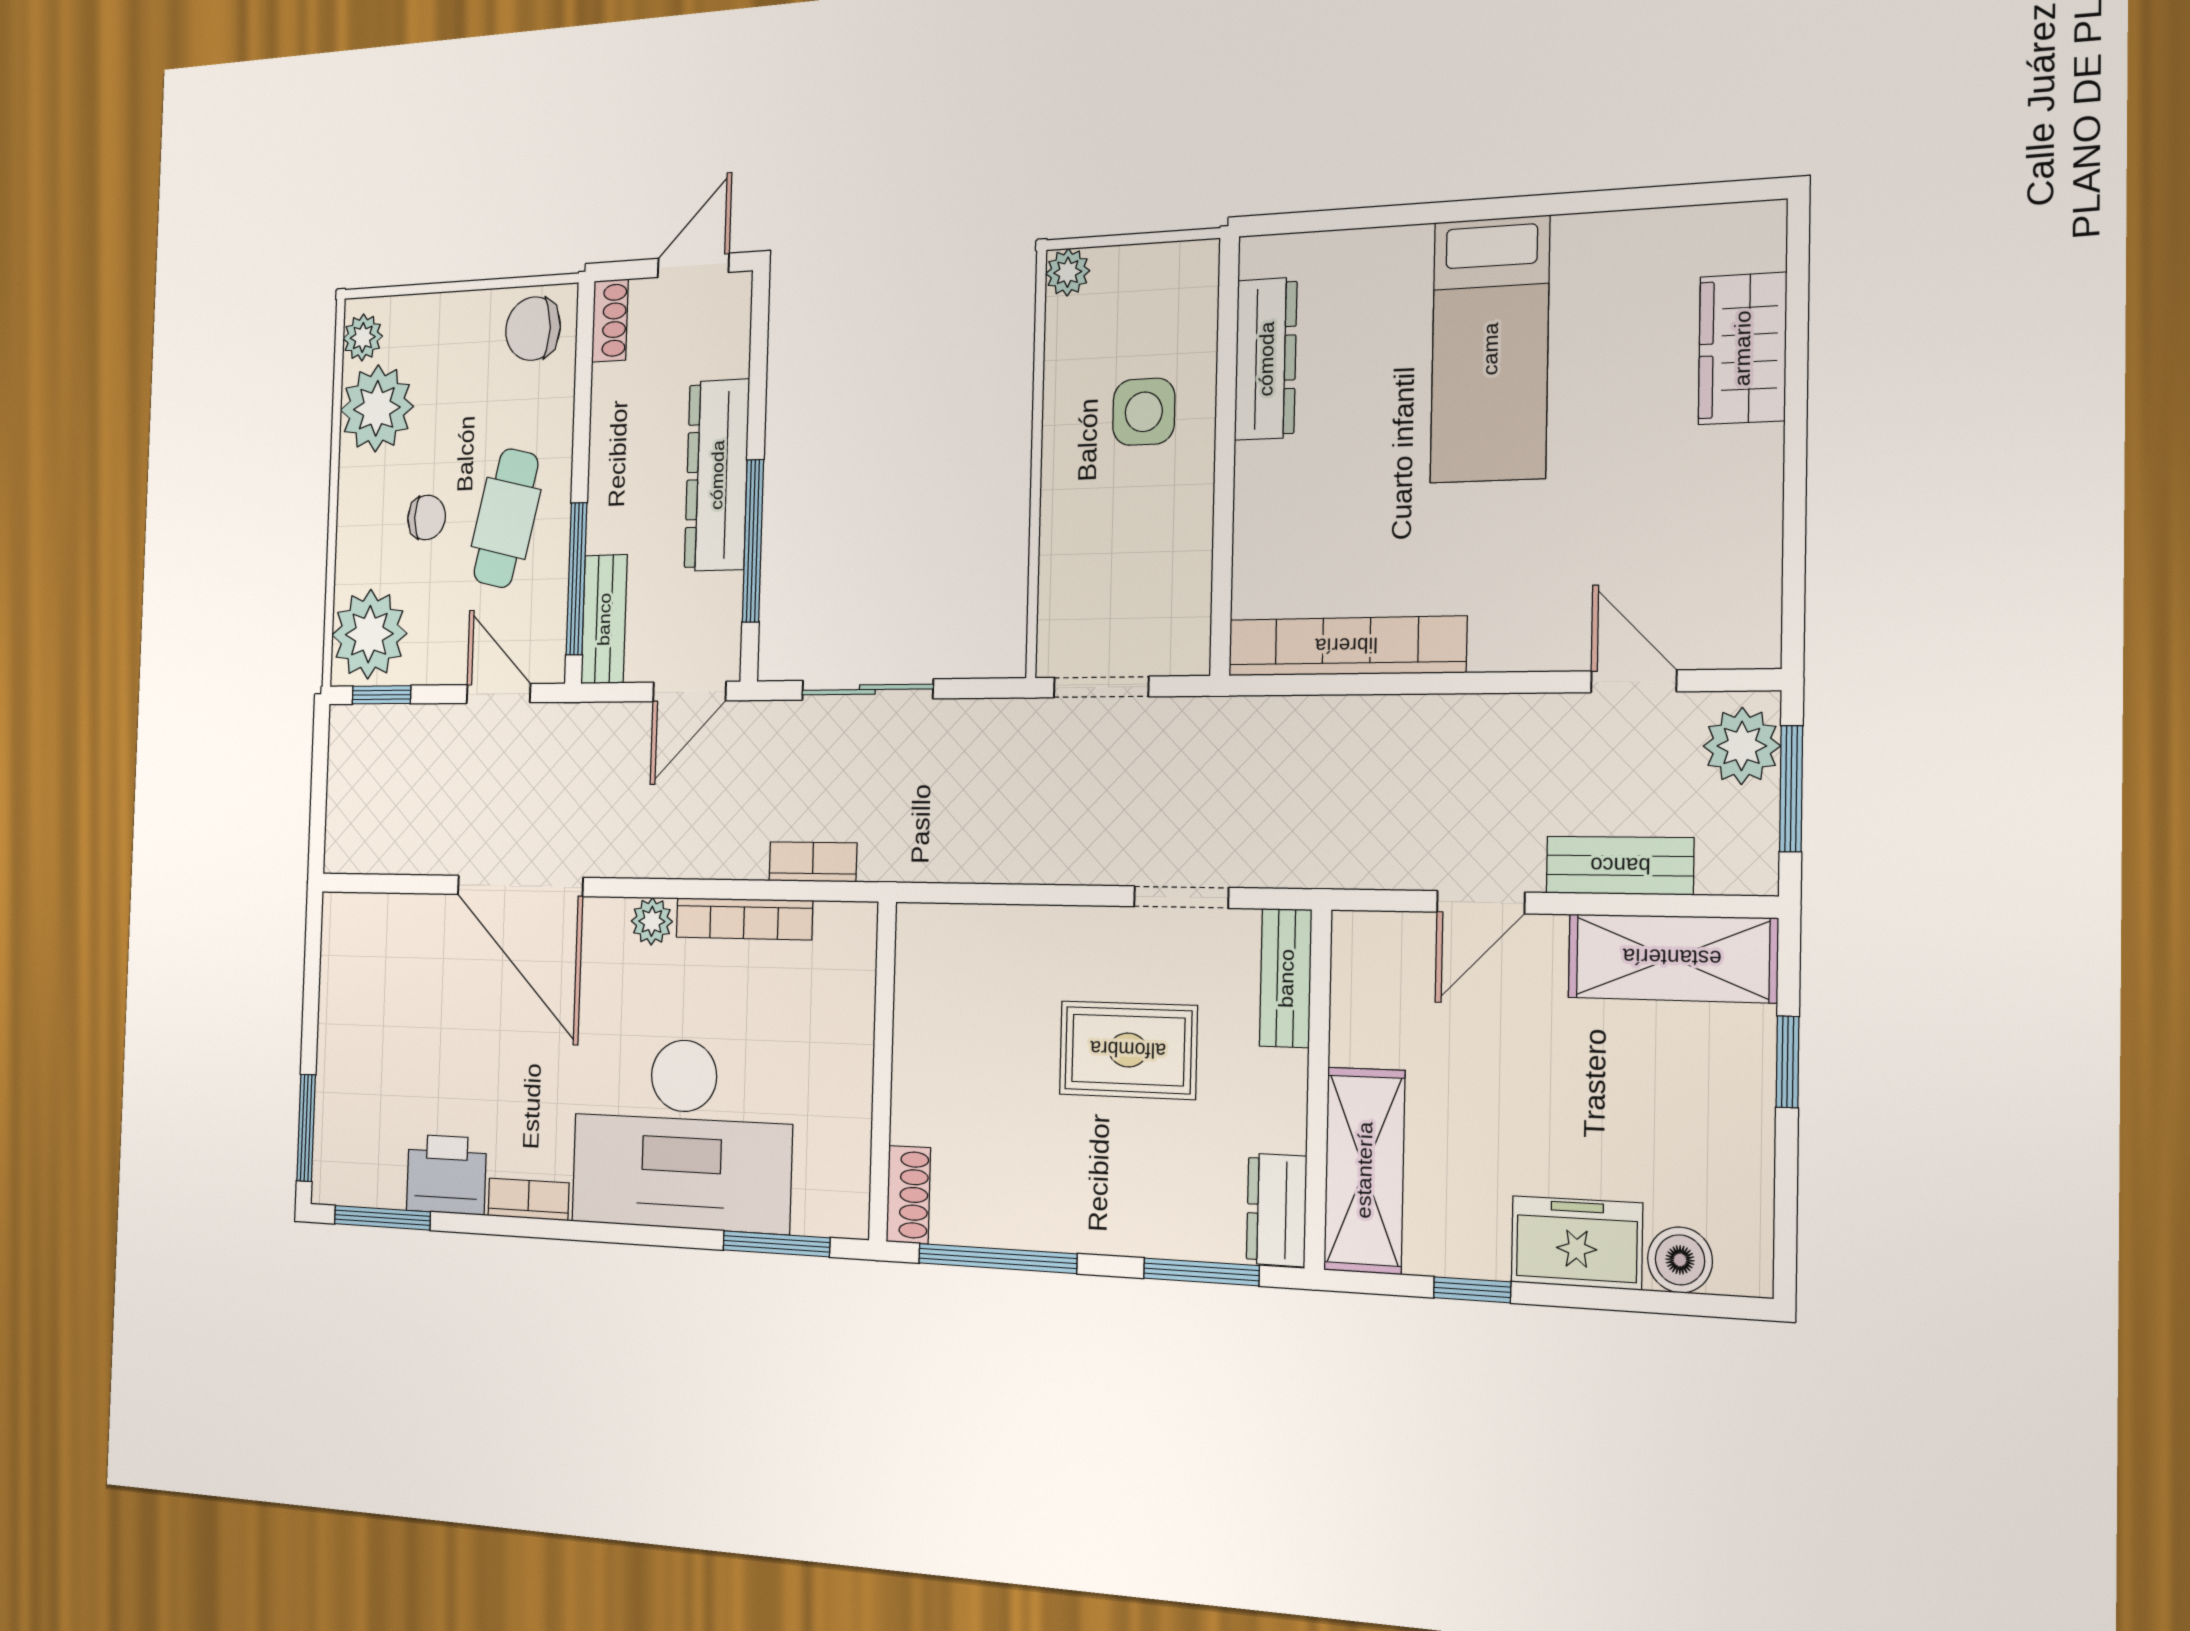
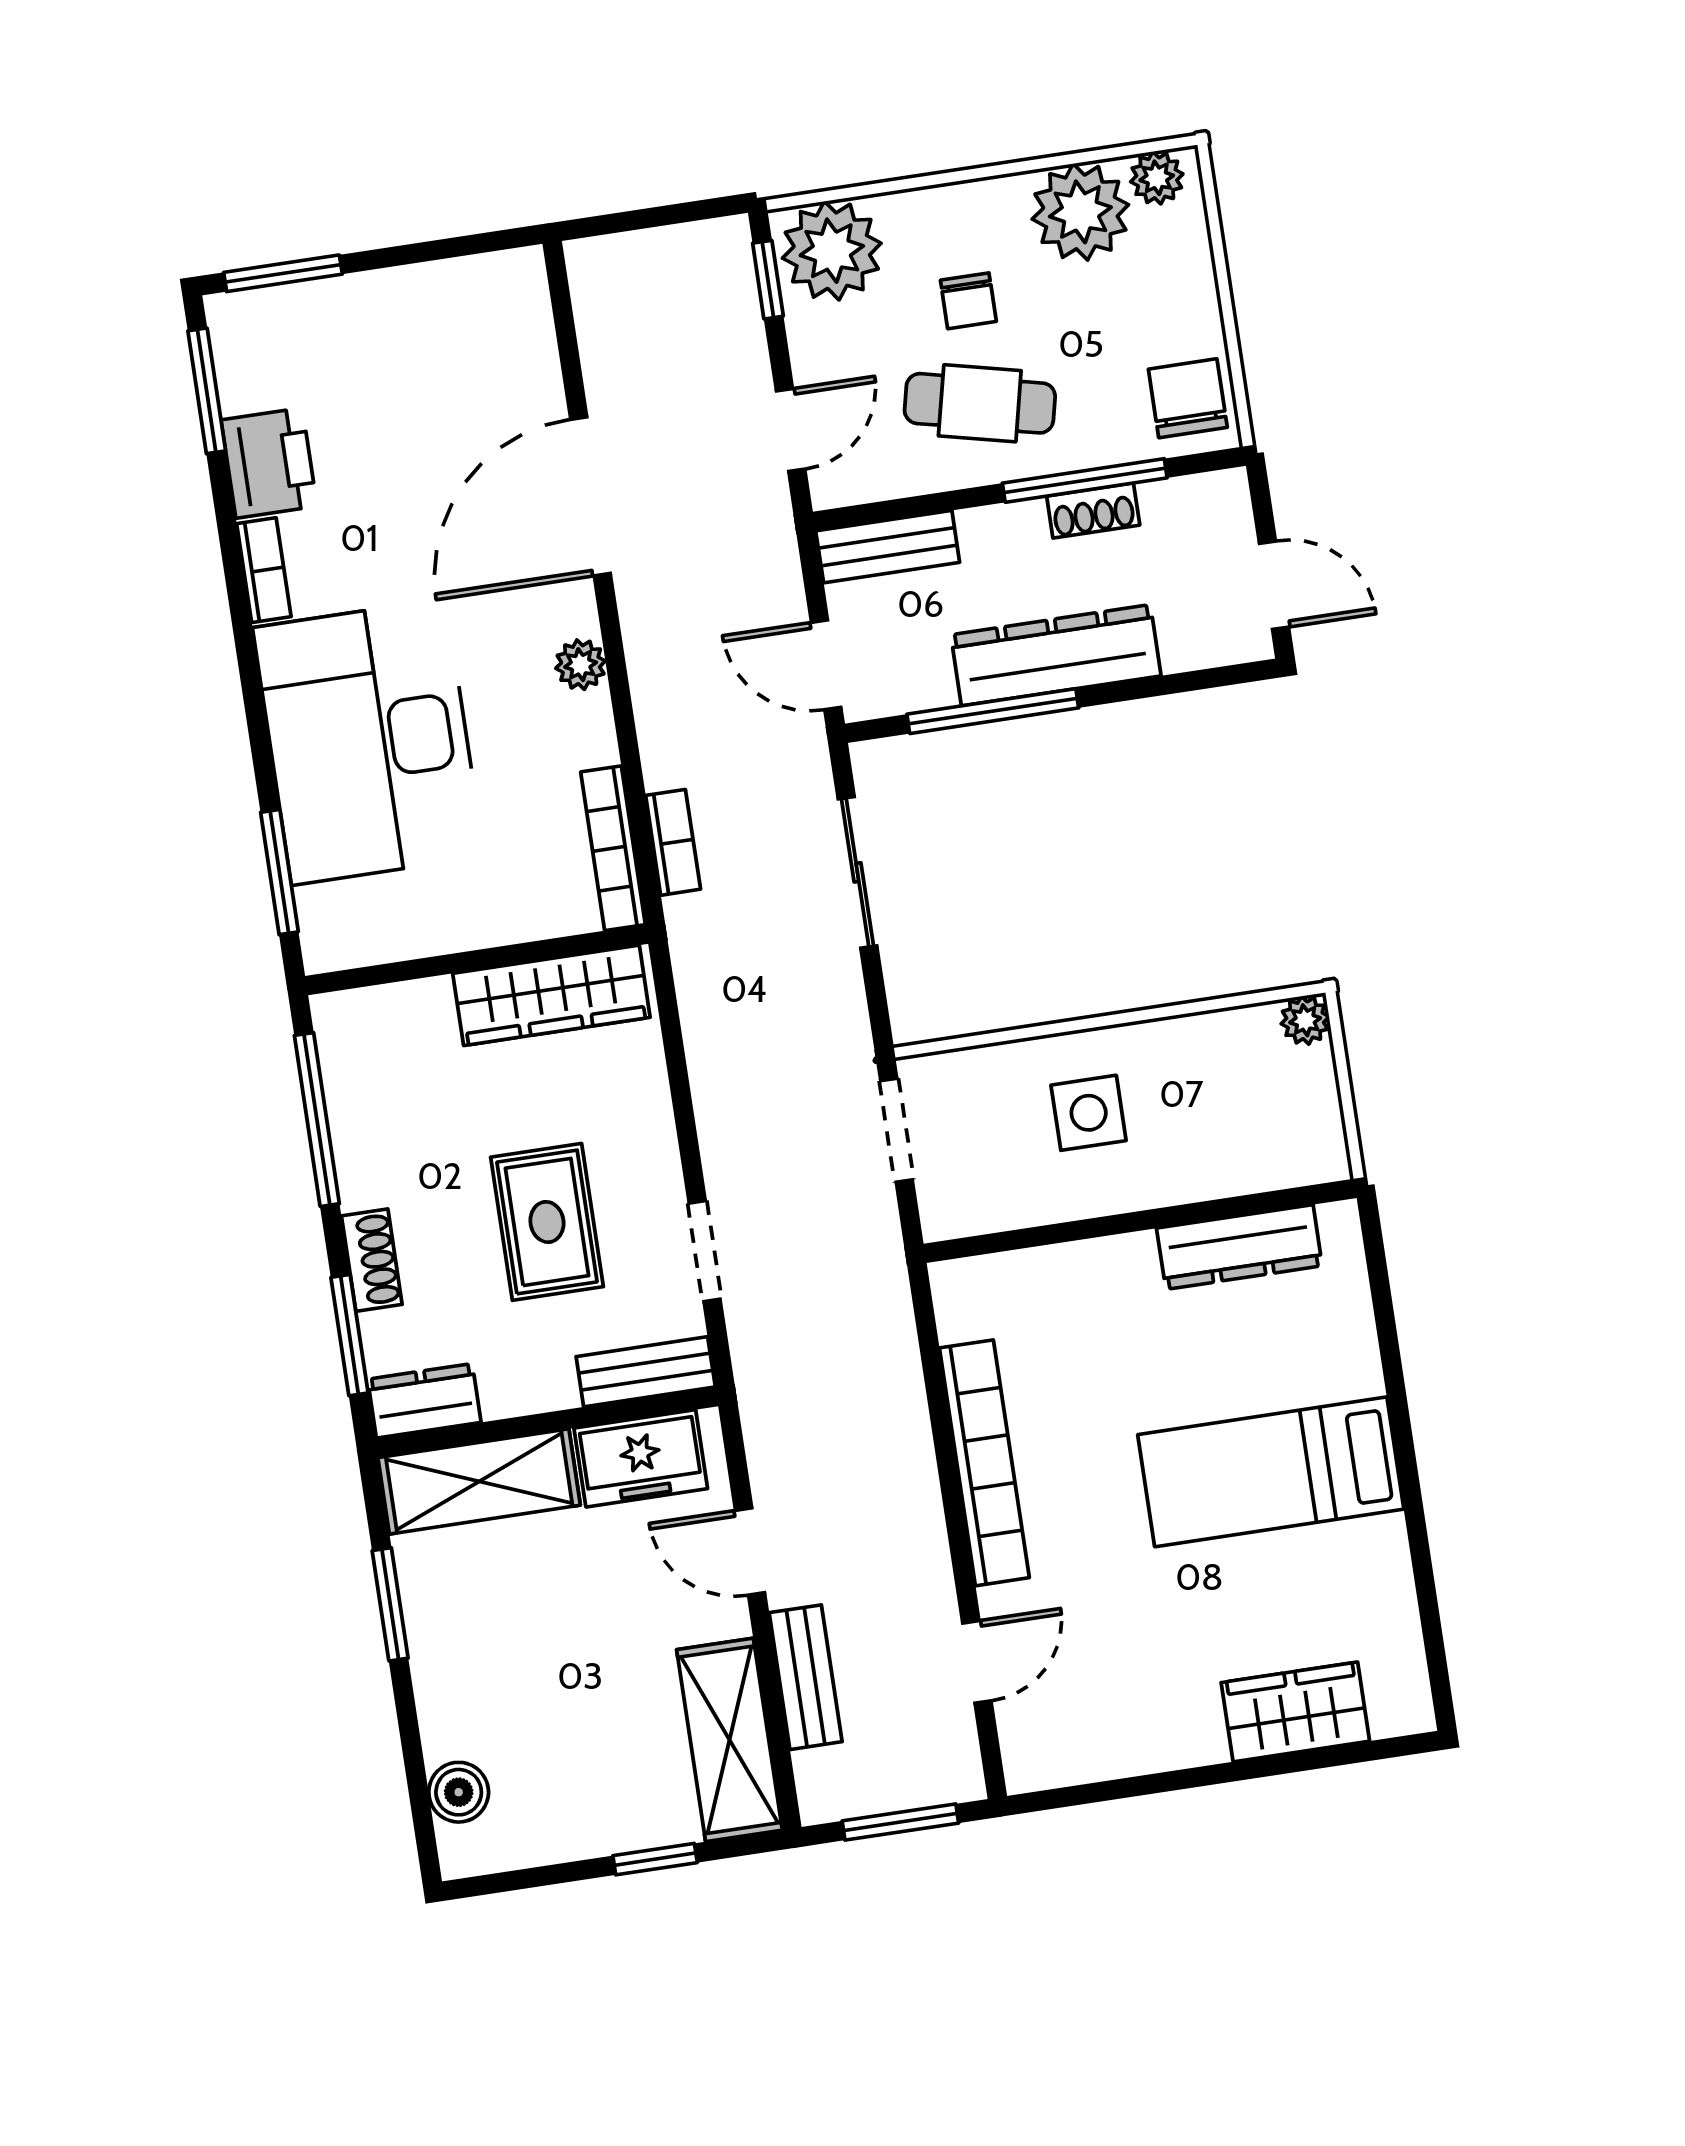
shoe rack: (610, 321) -> (1093, 511), moved
side table: (1144, 412) -> (1089, 1113), moved
window: (577, 579) -> (1085, 480), moved
bookcase: (1346, 646) -> (984, 1463), moved
plant: (1742, 746) -> (932, 1771), removed
bookcase: (744, 919) -> (613, 848), moved
wardrobe: (925, 1005) -> (551, 995), added
shoe rack: (908, 1195) -> (372, 1260), moved, turned -90
freezer: (1577, 1243) -> (641, 1458), moved, turned 90
window: (1472, 1290) -> (390, 1604), width x1.50

